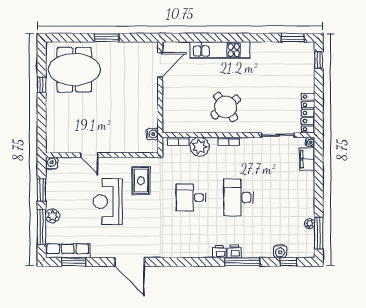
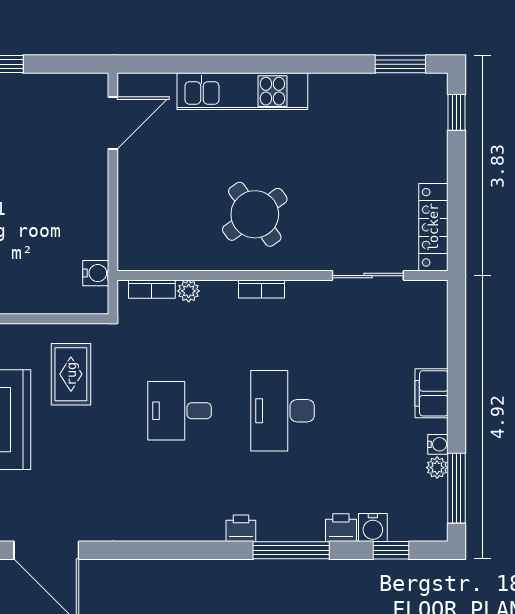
water cooler: (310, 142) -> (438, 444), moved
plant: (200, 147) -> (189, 291), width x0.53, depth x0.53
filing cabinet: (307, 159) -> (432, 393), moved
printer: (234, 251) -> (341, 528), moved

